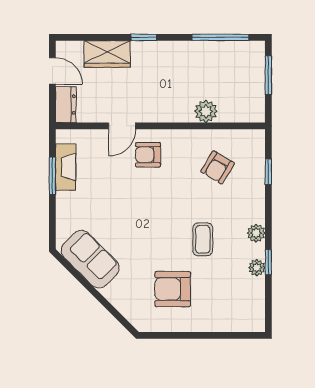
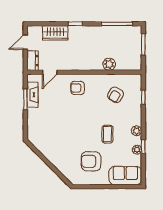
door: (52, 71) -> (25, 42), swing flipped
door: (122, 126) -> (50, 72), moved
sofa: (90, 259) -> (125, 176), moved, turned -45

